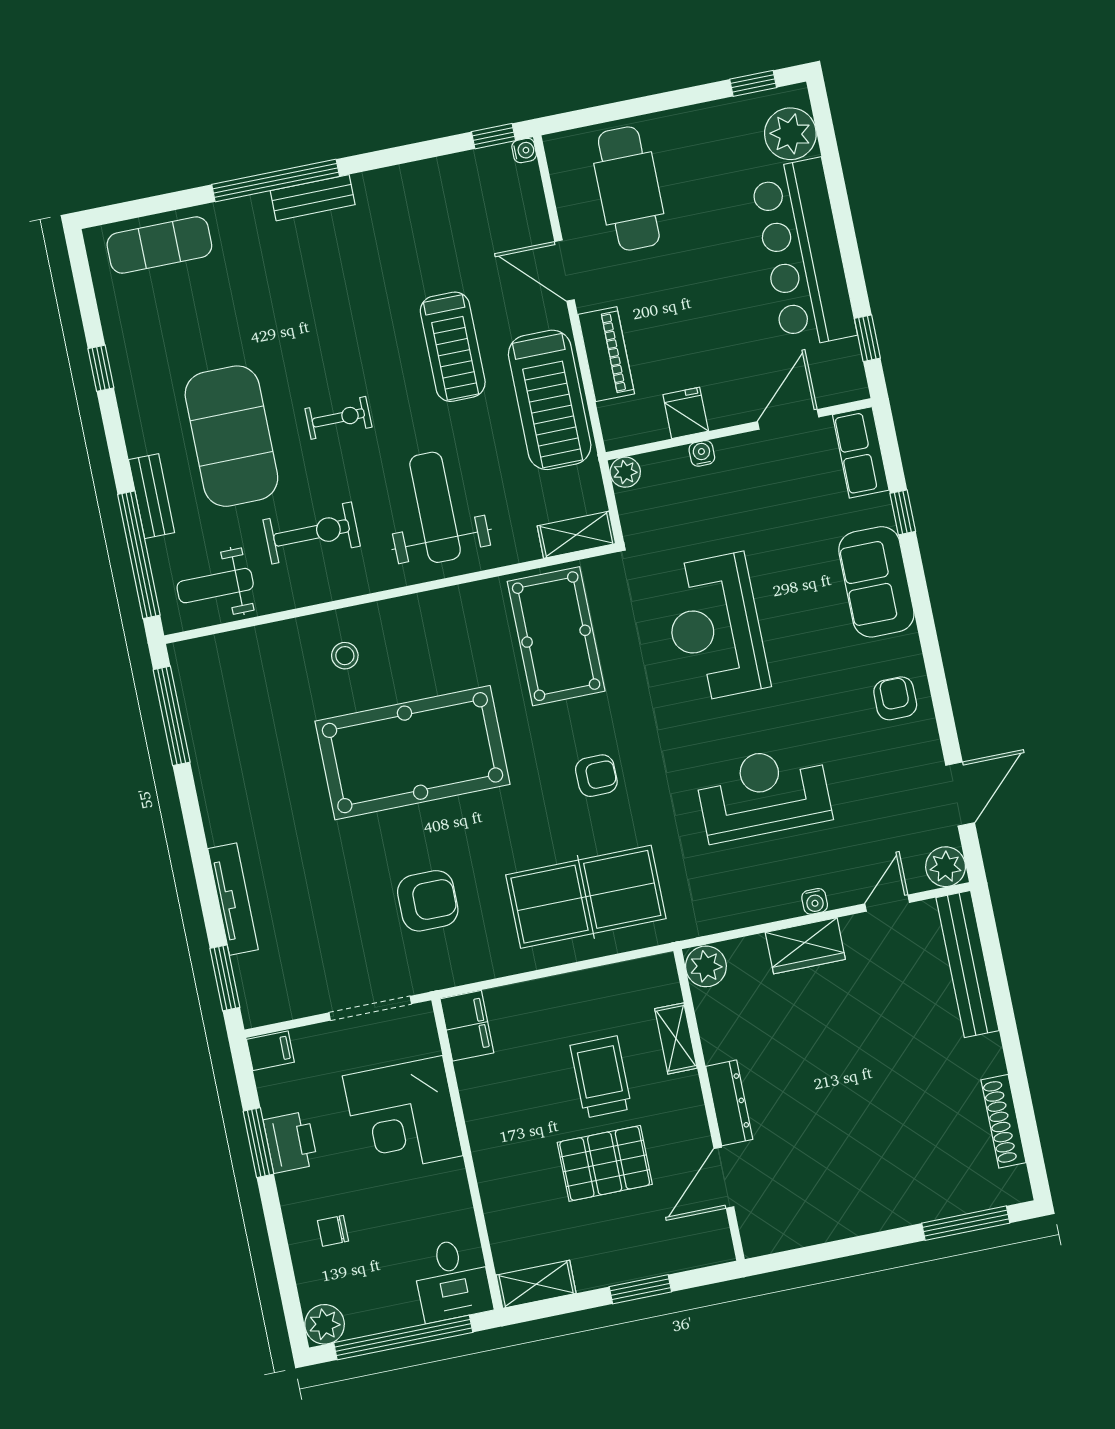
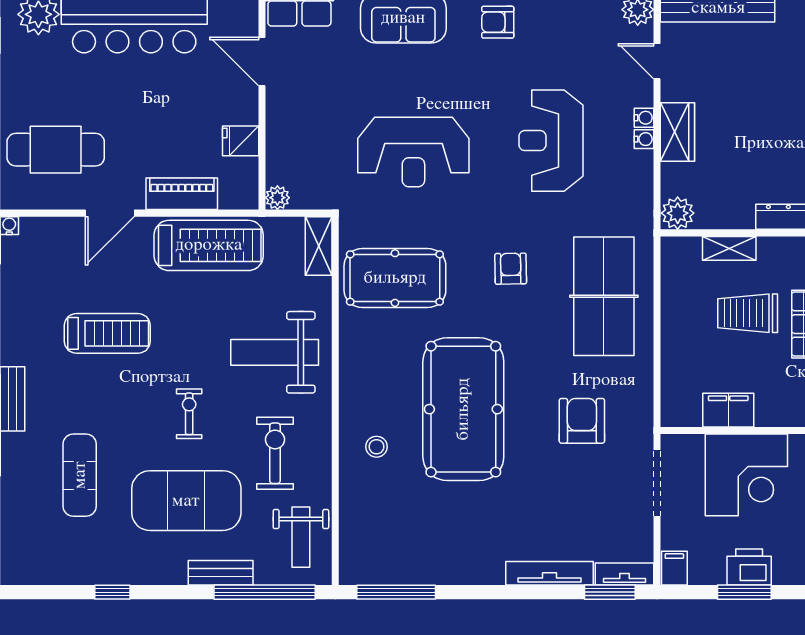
exercise mat: (159, 245) -> (80, 475), moved
treadmill: (453, 347) -> (107, 333), moved
water cooler: (702, 453) -> (644, 139), moved, turned 180
tv unit: (251, 991) -> (624, 574), added
filing cabinet: (467, 1026) -> (728, 410), moved

